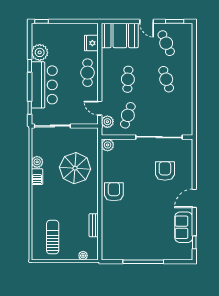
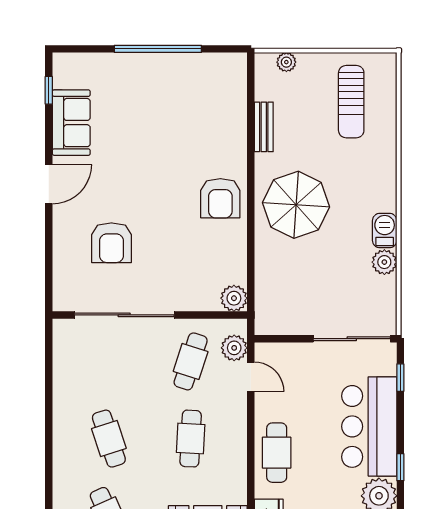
parasol: (75, 168) -> (296, 205), moved

